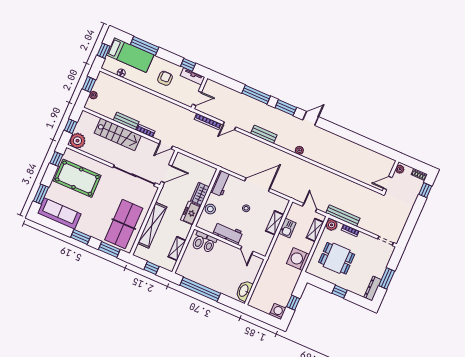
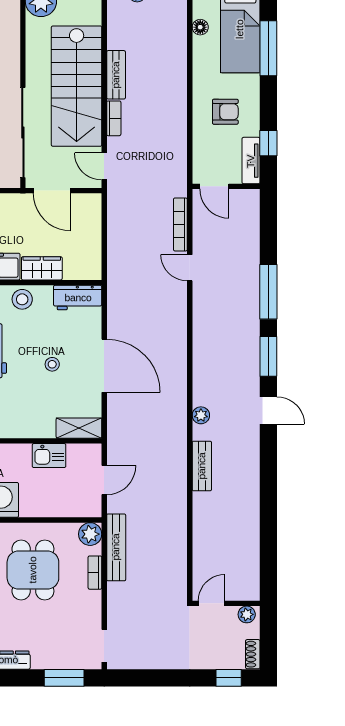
stairs: (118, 134) -> (77, 86), width x1.36, depth x1.51
bench: (264, 134) -> (202, 466), moved
door: (388, 183) -> (212, 603), hinge flipped
shelving: (275, 223) -> (79, 428), moved
shelving: (315, 230) -> (68, 508), removed
window: (387, 278) -> (64, 678), moved

